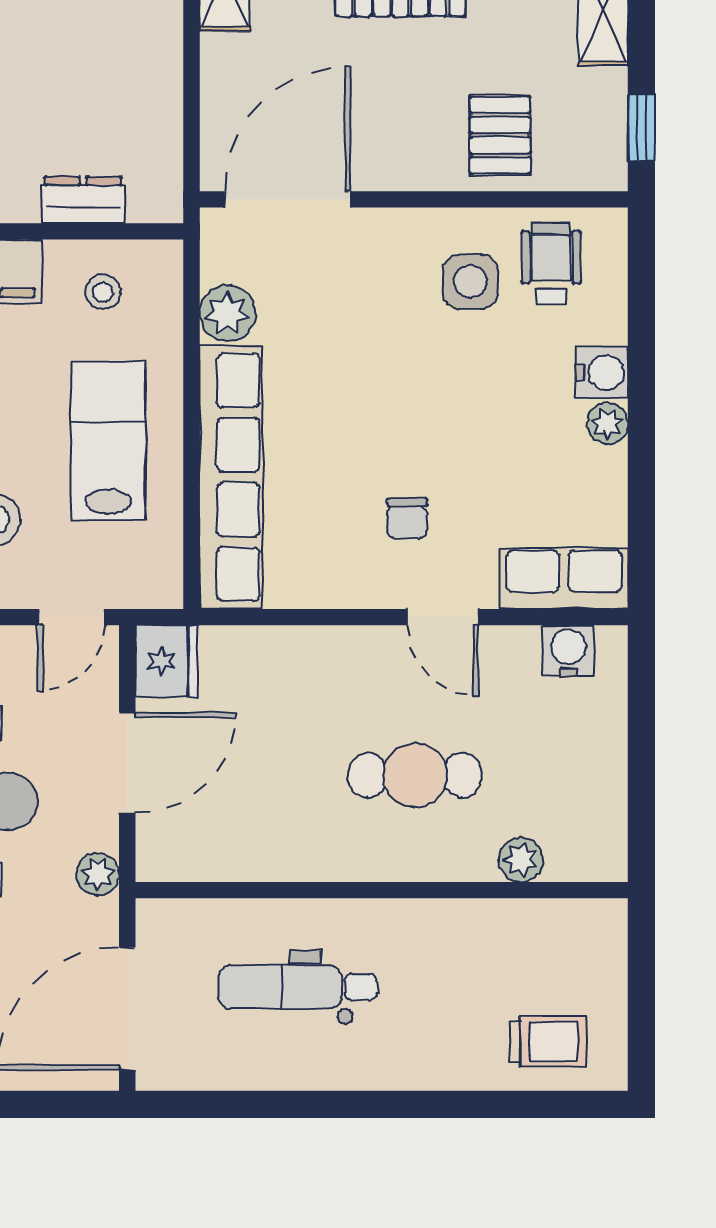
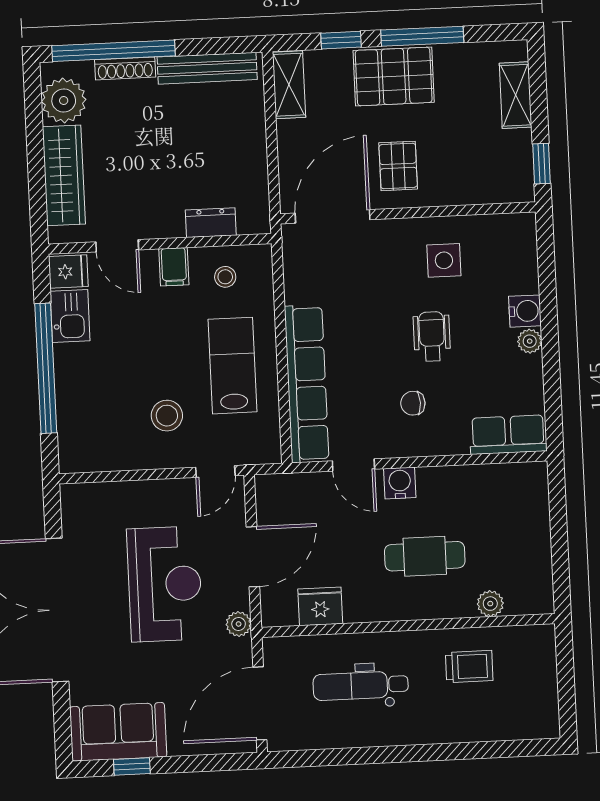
pallet: (500, 135) -> (398, 166), moved
wheelchair: (551, 264) -> (432, 336), moved
plant: (228, 313) -> (300, 286), removed
chair: (407, 518) -> (413, 403), turned 90
door: (443, 617) -> (353, 465), moved
water cooler: (568, 651) -> (400, 483), moved
fridge: (166, 661) -> (320, 606), moved, turned -90
trolley: (548, 1042) -> (469, 667), moved

